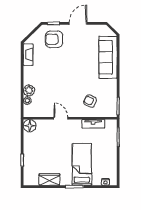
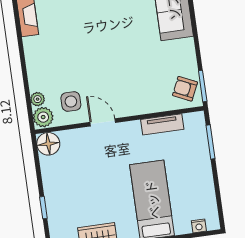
plant: (29, 90) -> (43, 117), moved
armchair: (90, 101) -> (185, 89), moved
side table: (45, 104) -> (71, 101), added

